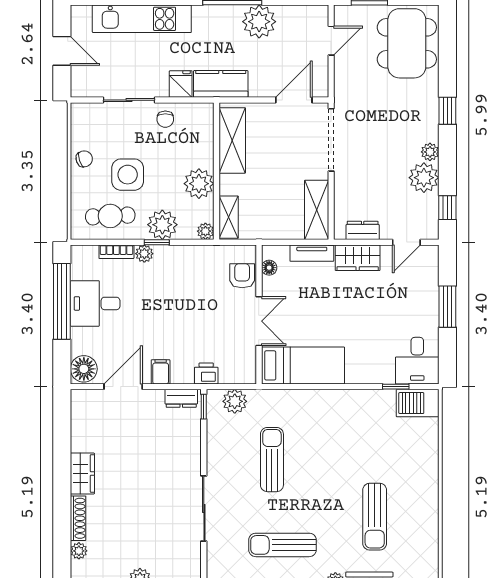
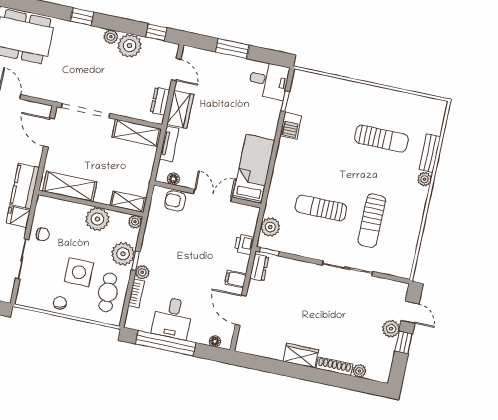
floor lamp: (84, 369) -> (215, 341), width x0.53, depth x0.53
barbecue: (418, 403) -> (291, 126), moved, width x0.73, depth x0.79
sun lounger: (282, 545) -> (372, 221), moved

